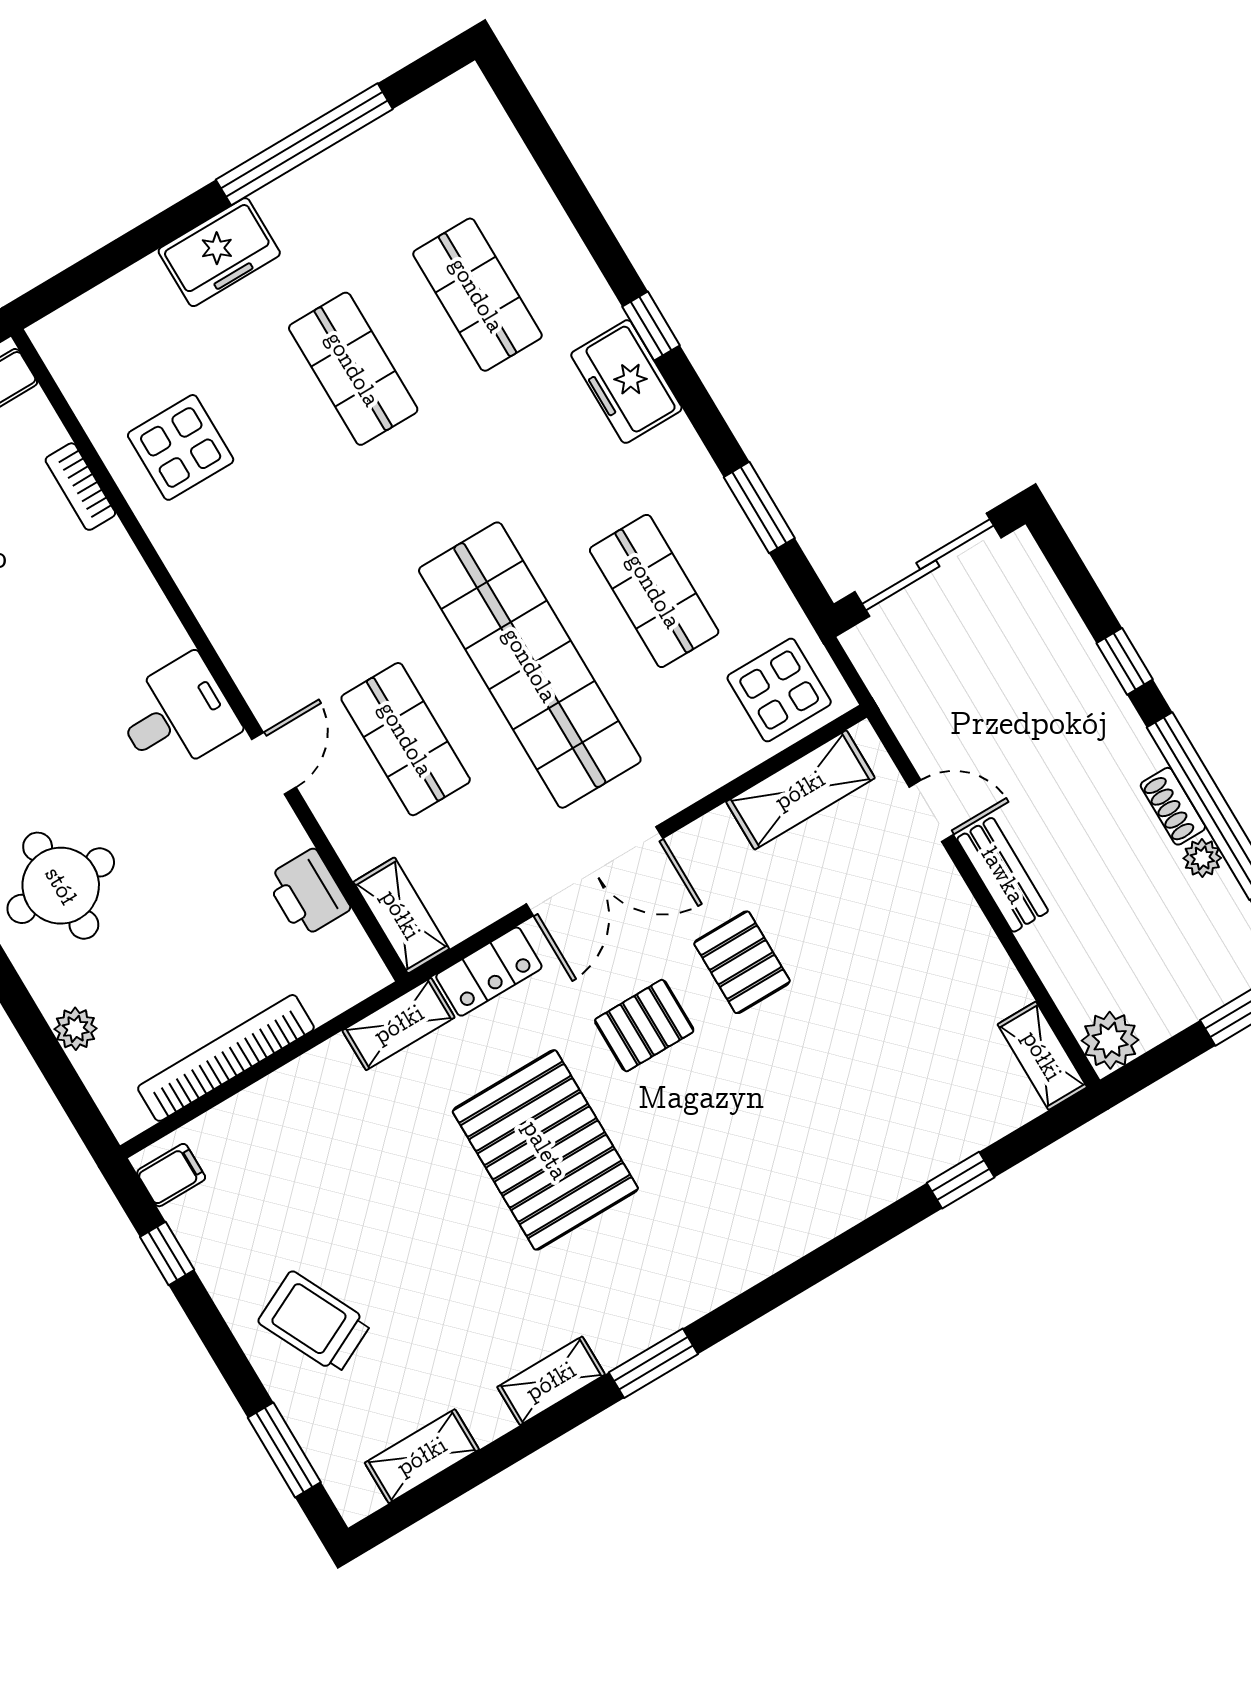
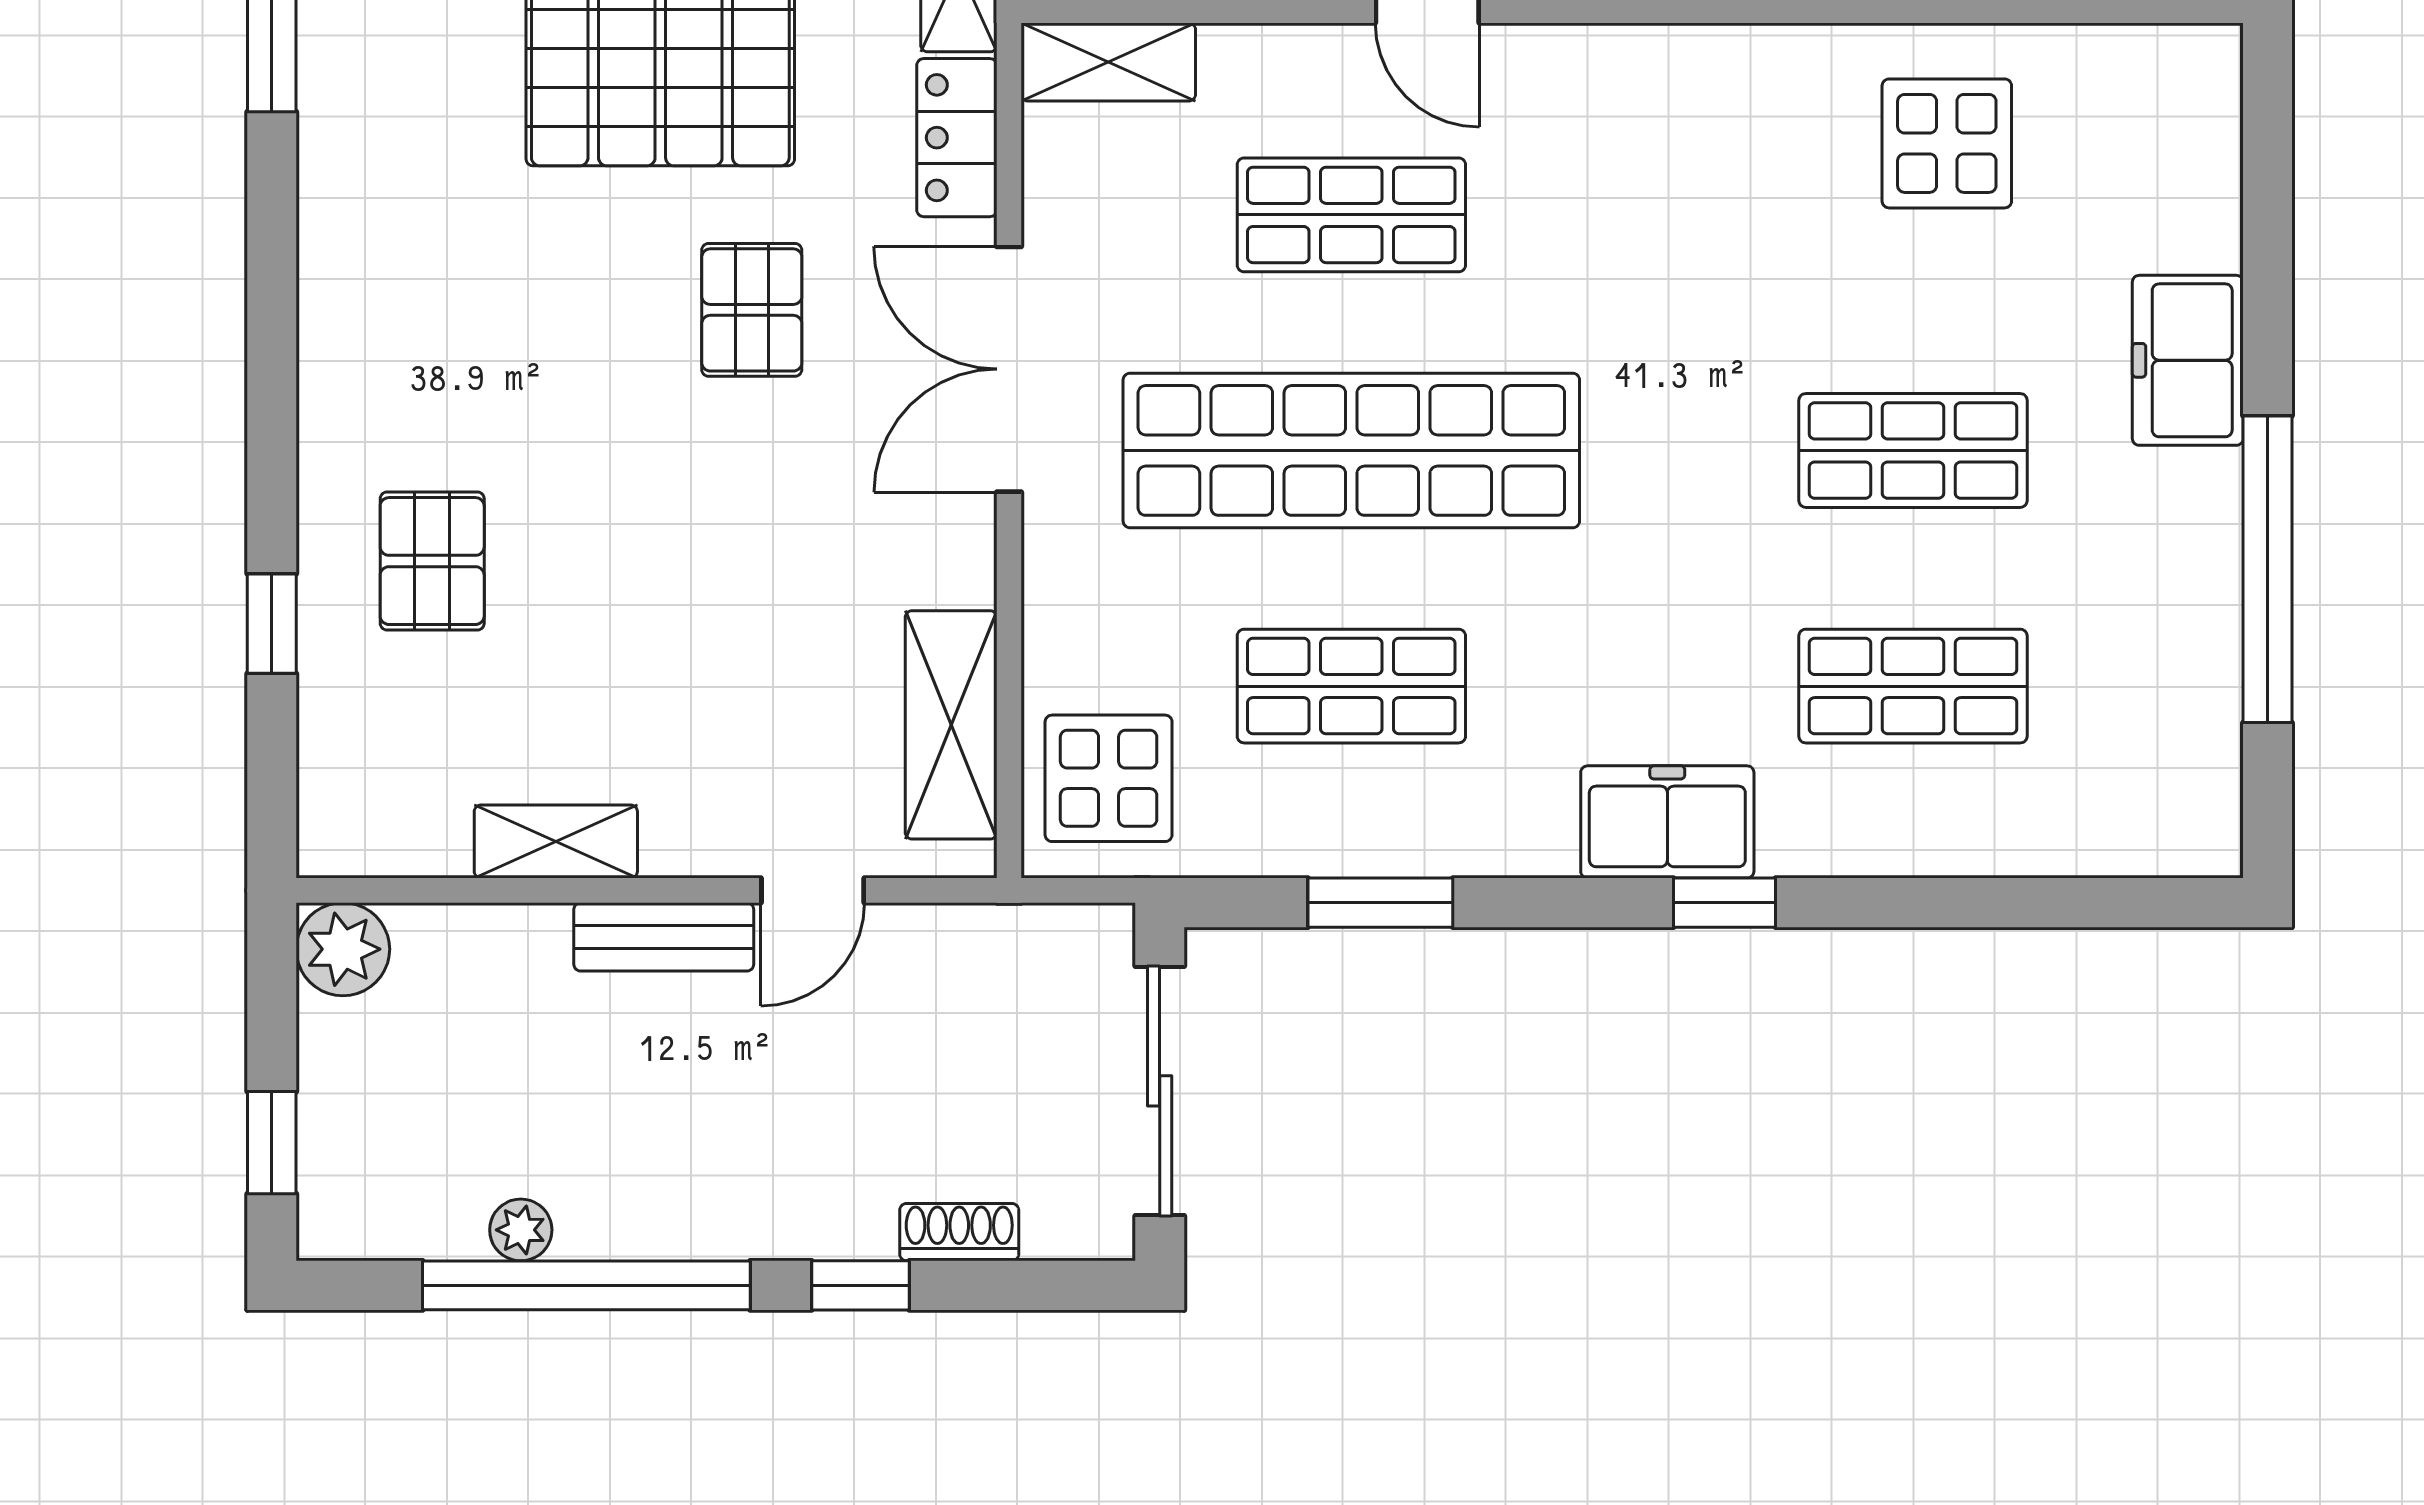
shoe rack: (1173, 806) -> (959, 1232), moved
pallet: (742, 962) -> (432, 561), moved, turned 90
shelving: (1042, 1056) -> (556, 841), moved

